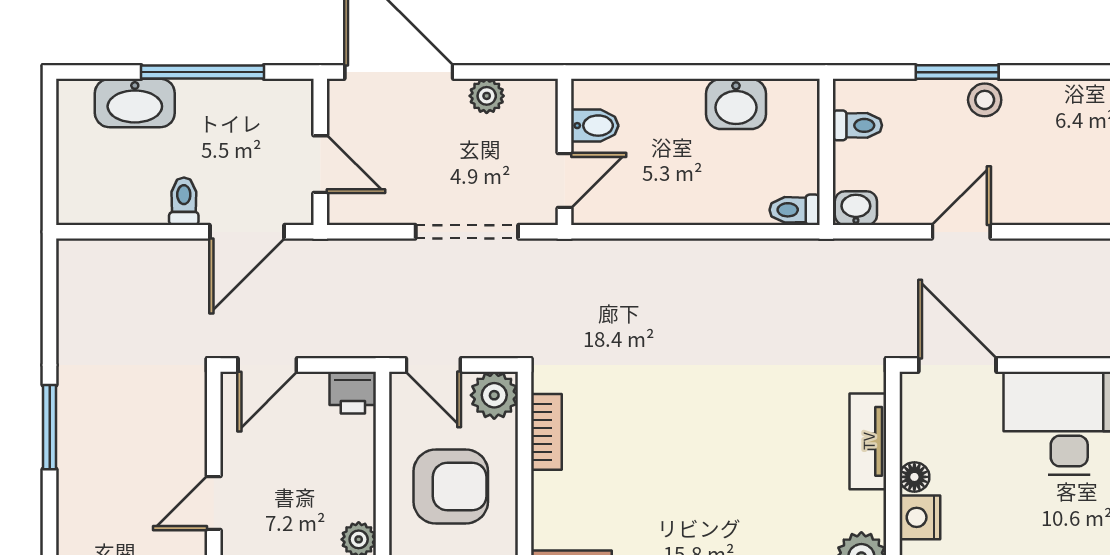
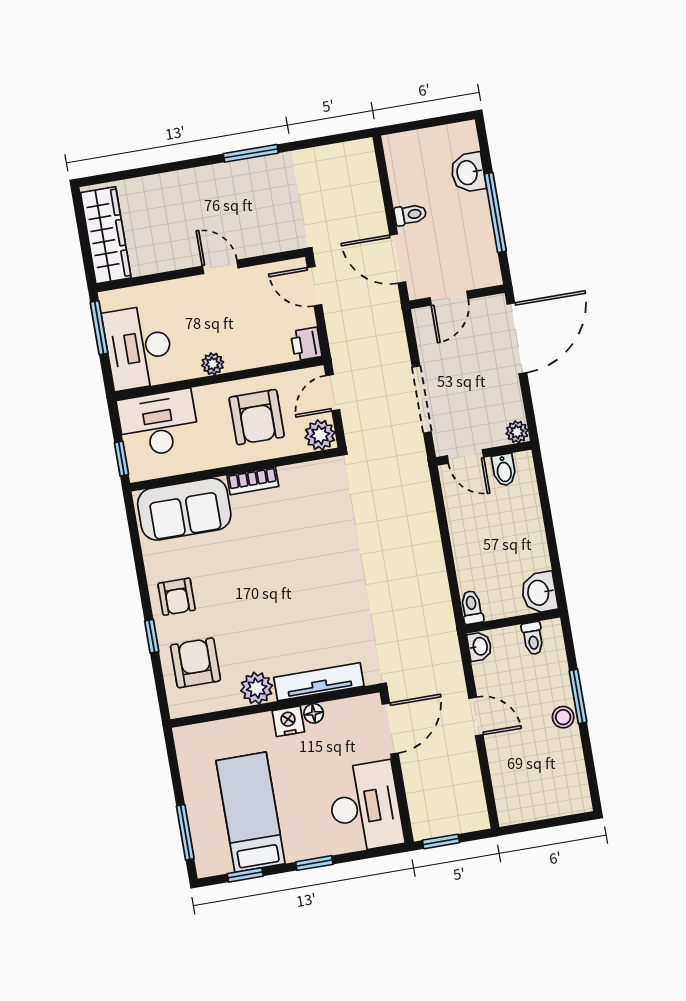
plant: (487, 96) -> (517, 432), moved
washbasin: (135, 103) -> (468, 173), width x0.72
washbasin: (736, 104) -> (539, 593), moved
bookcase: (546, 432) -> (253, 481), moved
tv unit: (868, 441) -> (319, 682), width x1.41

